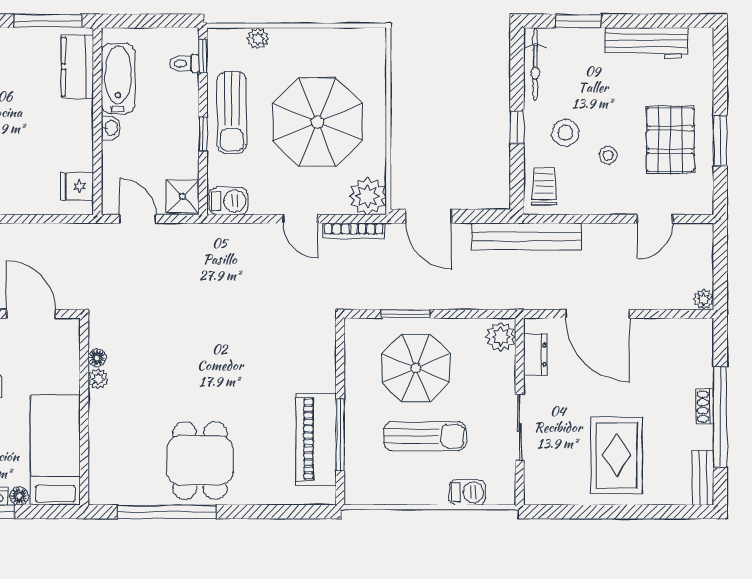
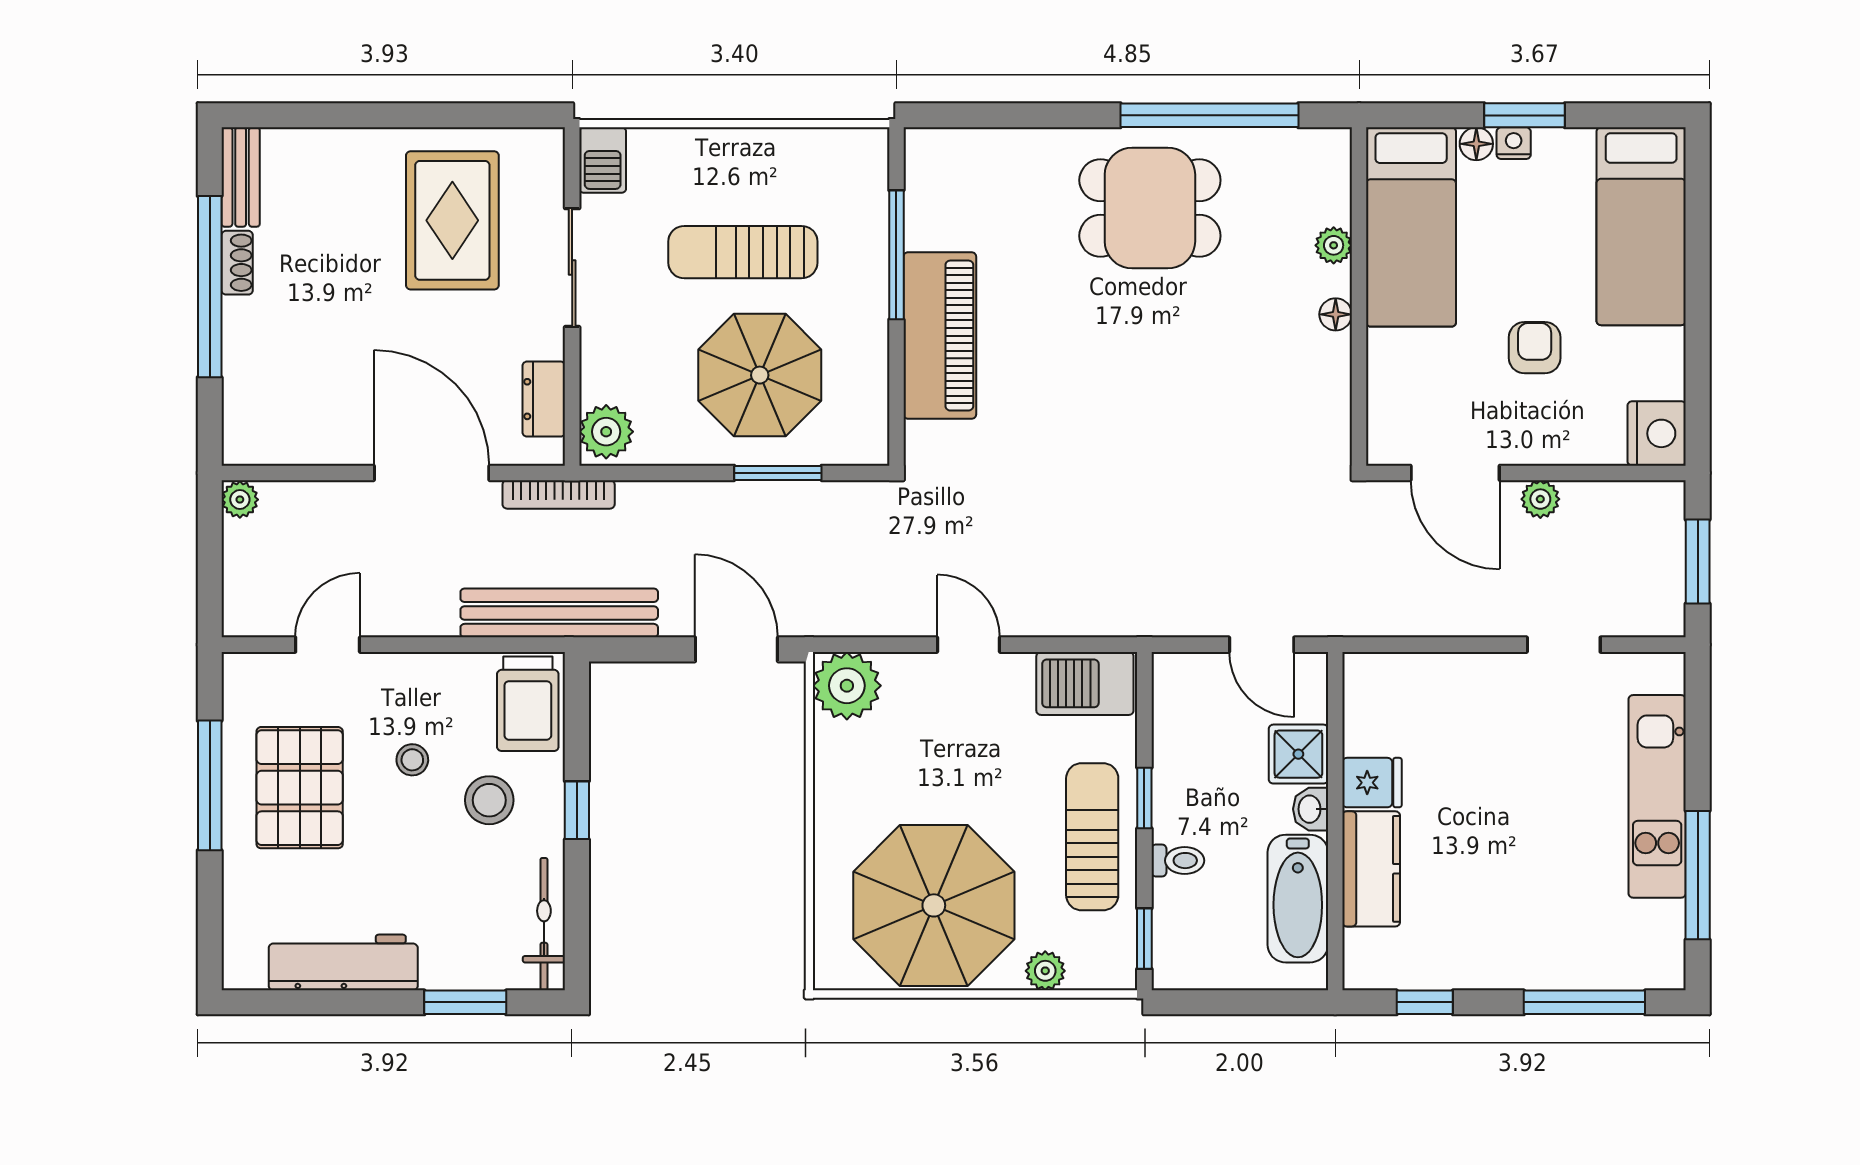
window: (48, 21) -> (1425, 1002), width x0.46
toilet: (184, 64) -> (1178, 861), moved
kitchen counter: (77, 67) -> (1371, 869), moved
parasol: (317, 122) -> (934, 905), moved
window: (720, 141) -> (210, 785), width x1.44
trolley: (544, 186) -> (528, 704), width x1.36, depth x1.39
fridge: (77, 187) -> (1372, 783), moved
shower: (183, 196) -> (1298, 754), moved
barbecue: (228, 201) -> (1085, 683), width x1.38, depth x1.27
bookcase: (354, 231) -> (559, 494), moved, turned 180
floor lamp: (97, 358) -> (1336, 314), moved
plant: (98, 379) -> (1334, 245), moved
shoe rack: (705, 407) -> (237, 263), moved
piano: (316, 439) -> (940, 336), moved
rug: (616, 455) -> (452, 220), moved
dining table: (200, 460) -> (1150, 208), turned 90
barbecue: (467, 492) -> (603, 160), moved, turned -90

